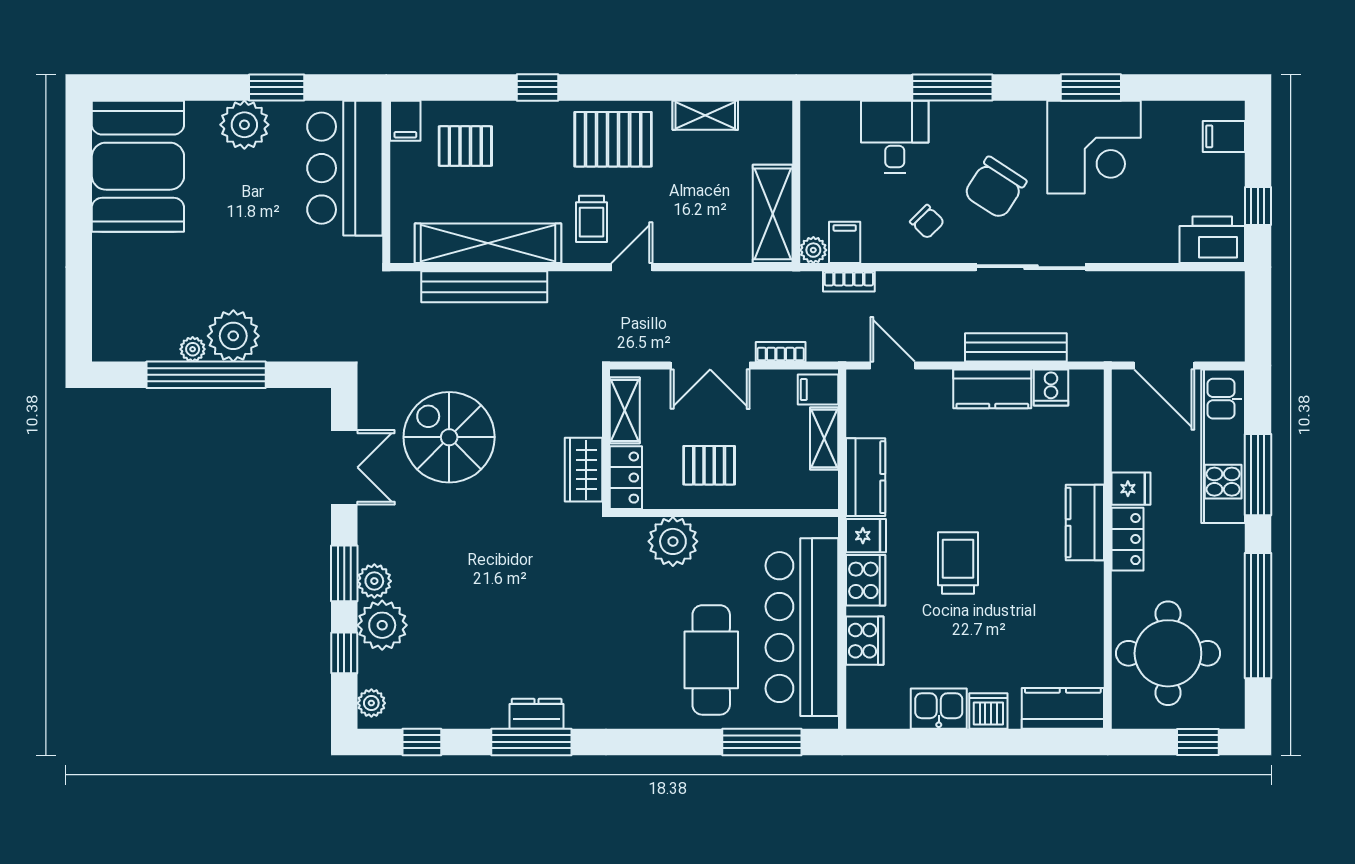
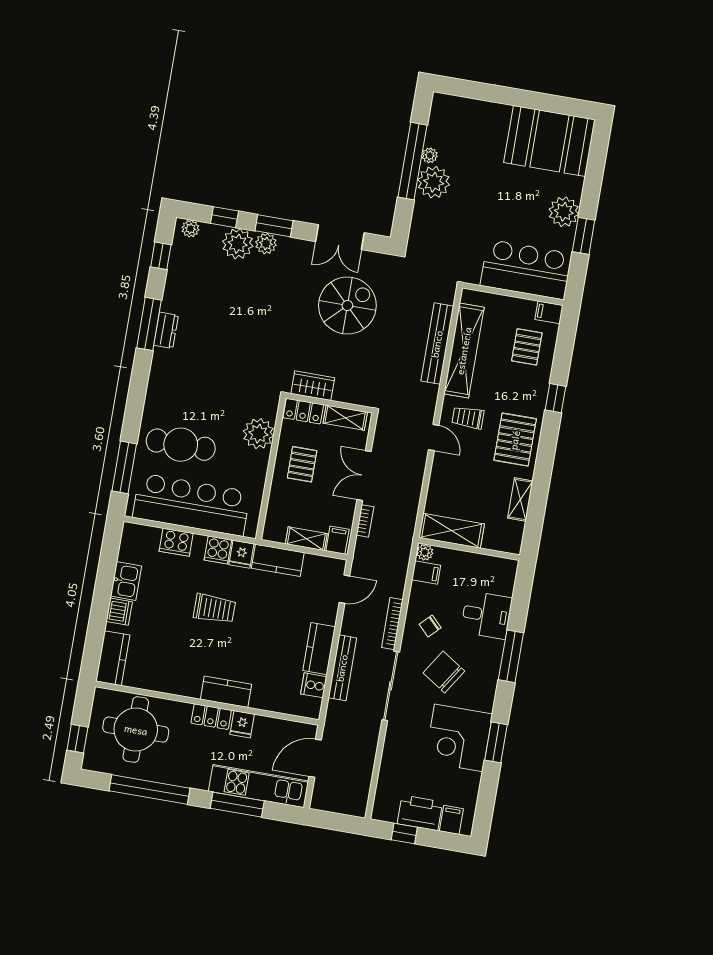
printer: (1212, 240) -> (420, 813), moved, turned -90
bookcase: (849, 281) -> (392, 624), moved, width x1.56
cooker: (866, 580) -> (218, 550), width x0.73

